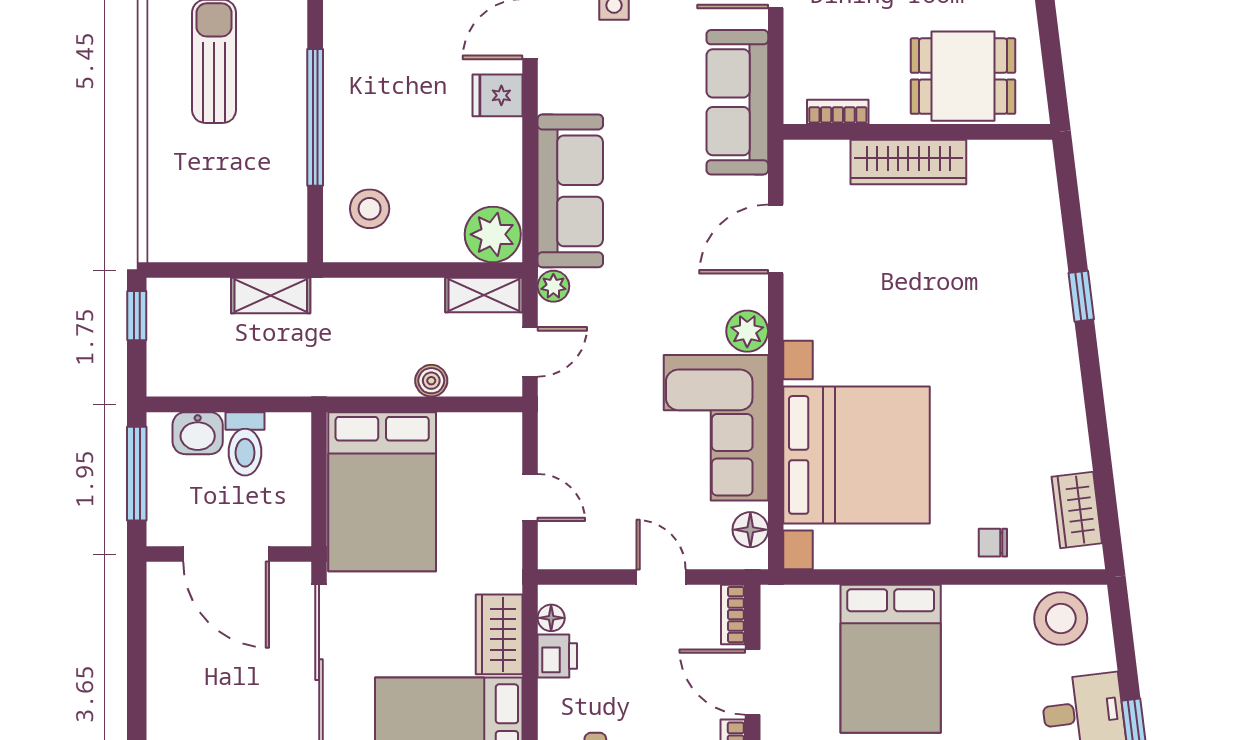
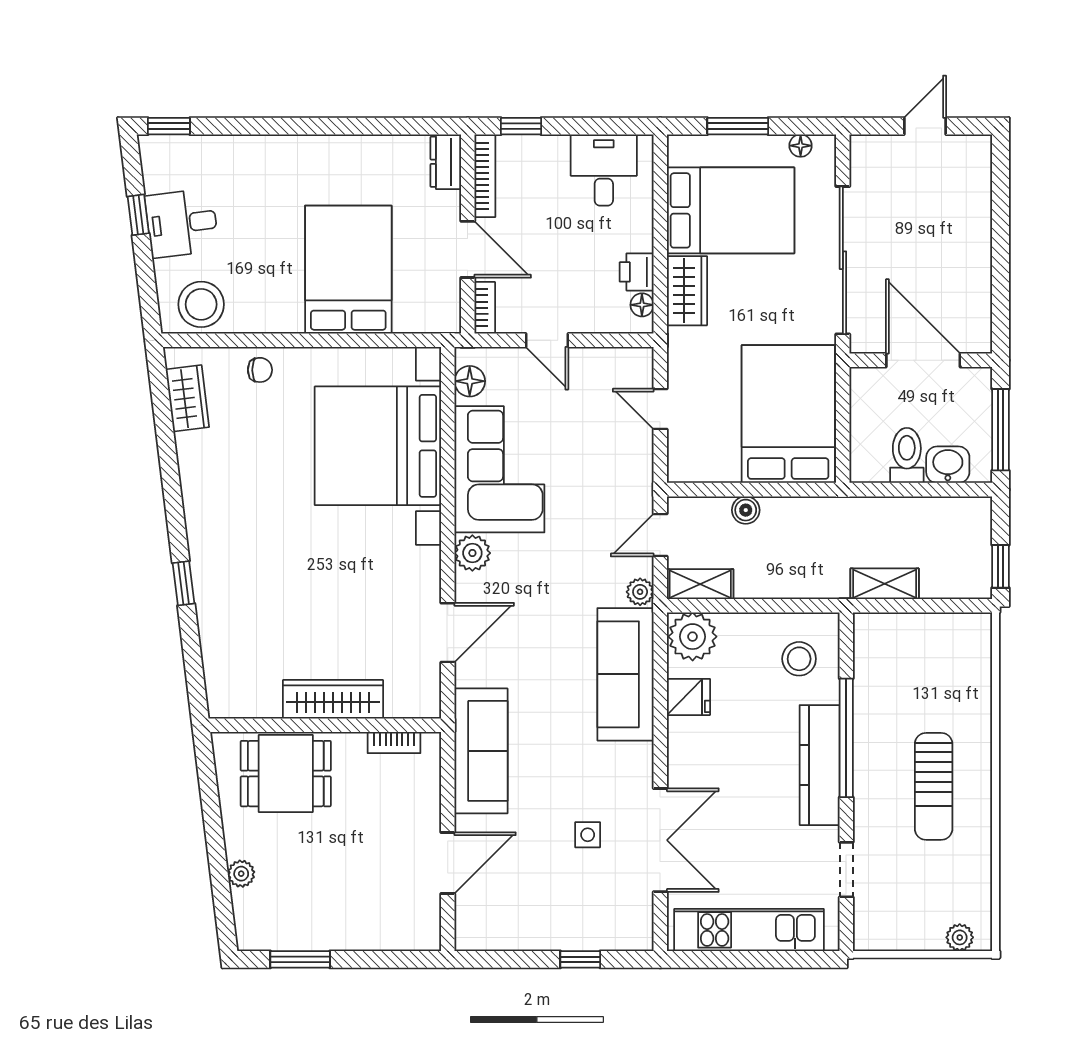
kitchen counter: (346, 86) -> (820, 765), added
fridge: (497, 95) -> (688, 697), moved

